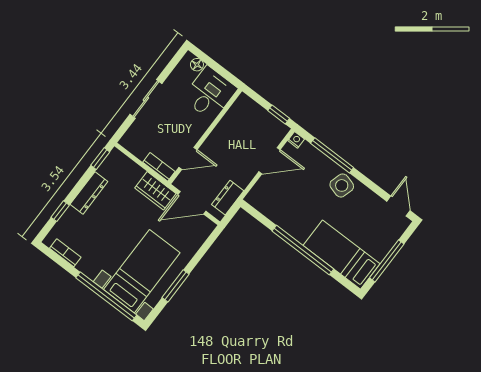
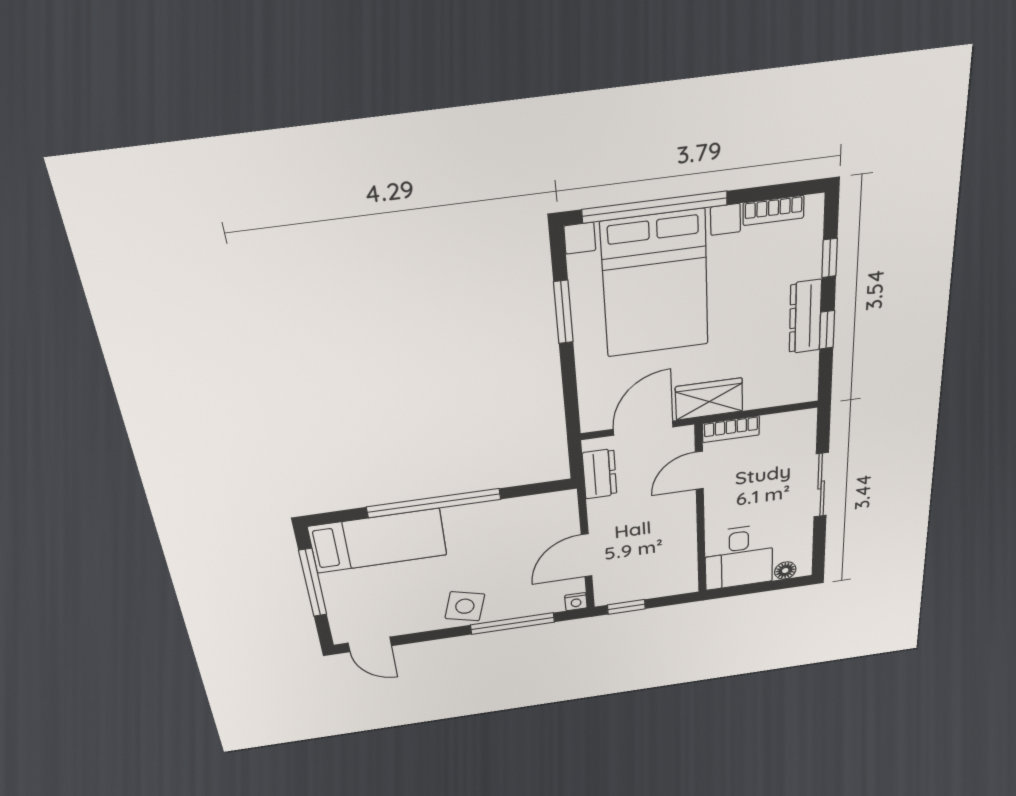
window: (100, 159) -> (827, 330), moved
bed with nightstands: (142, 271) -> (655, 284), width x1.36

